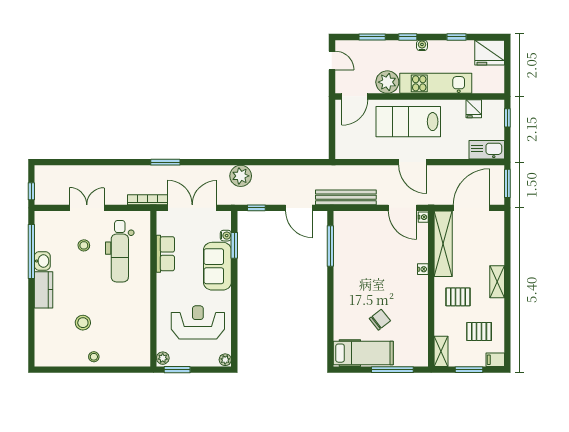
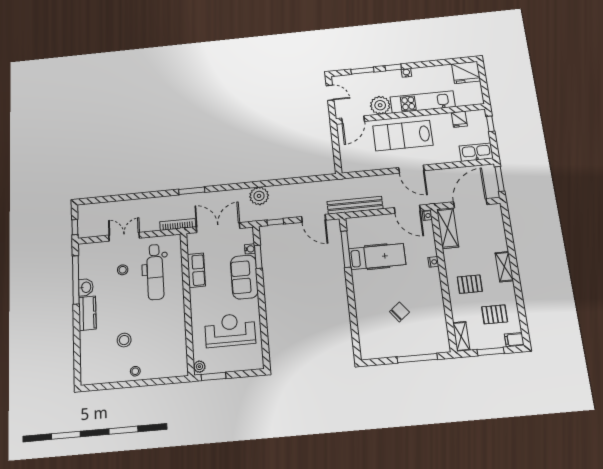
window: (457, 37) -> (435, 63), removed
shelving: (443, 244) -> (448, 228), width x0.68
hospital bed: (363, 353) -> (377, 257), moved
plant: (225, 360) -> (258, 363), removed

